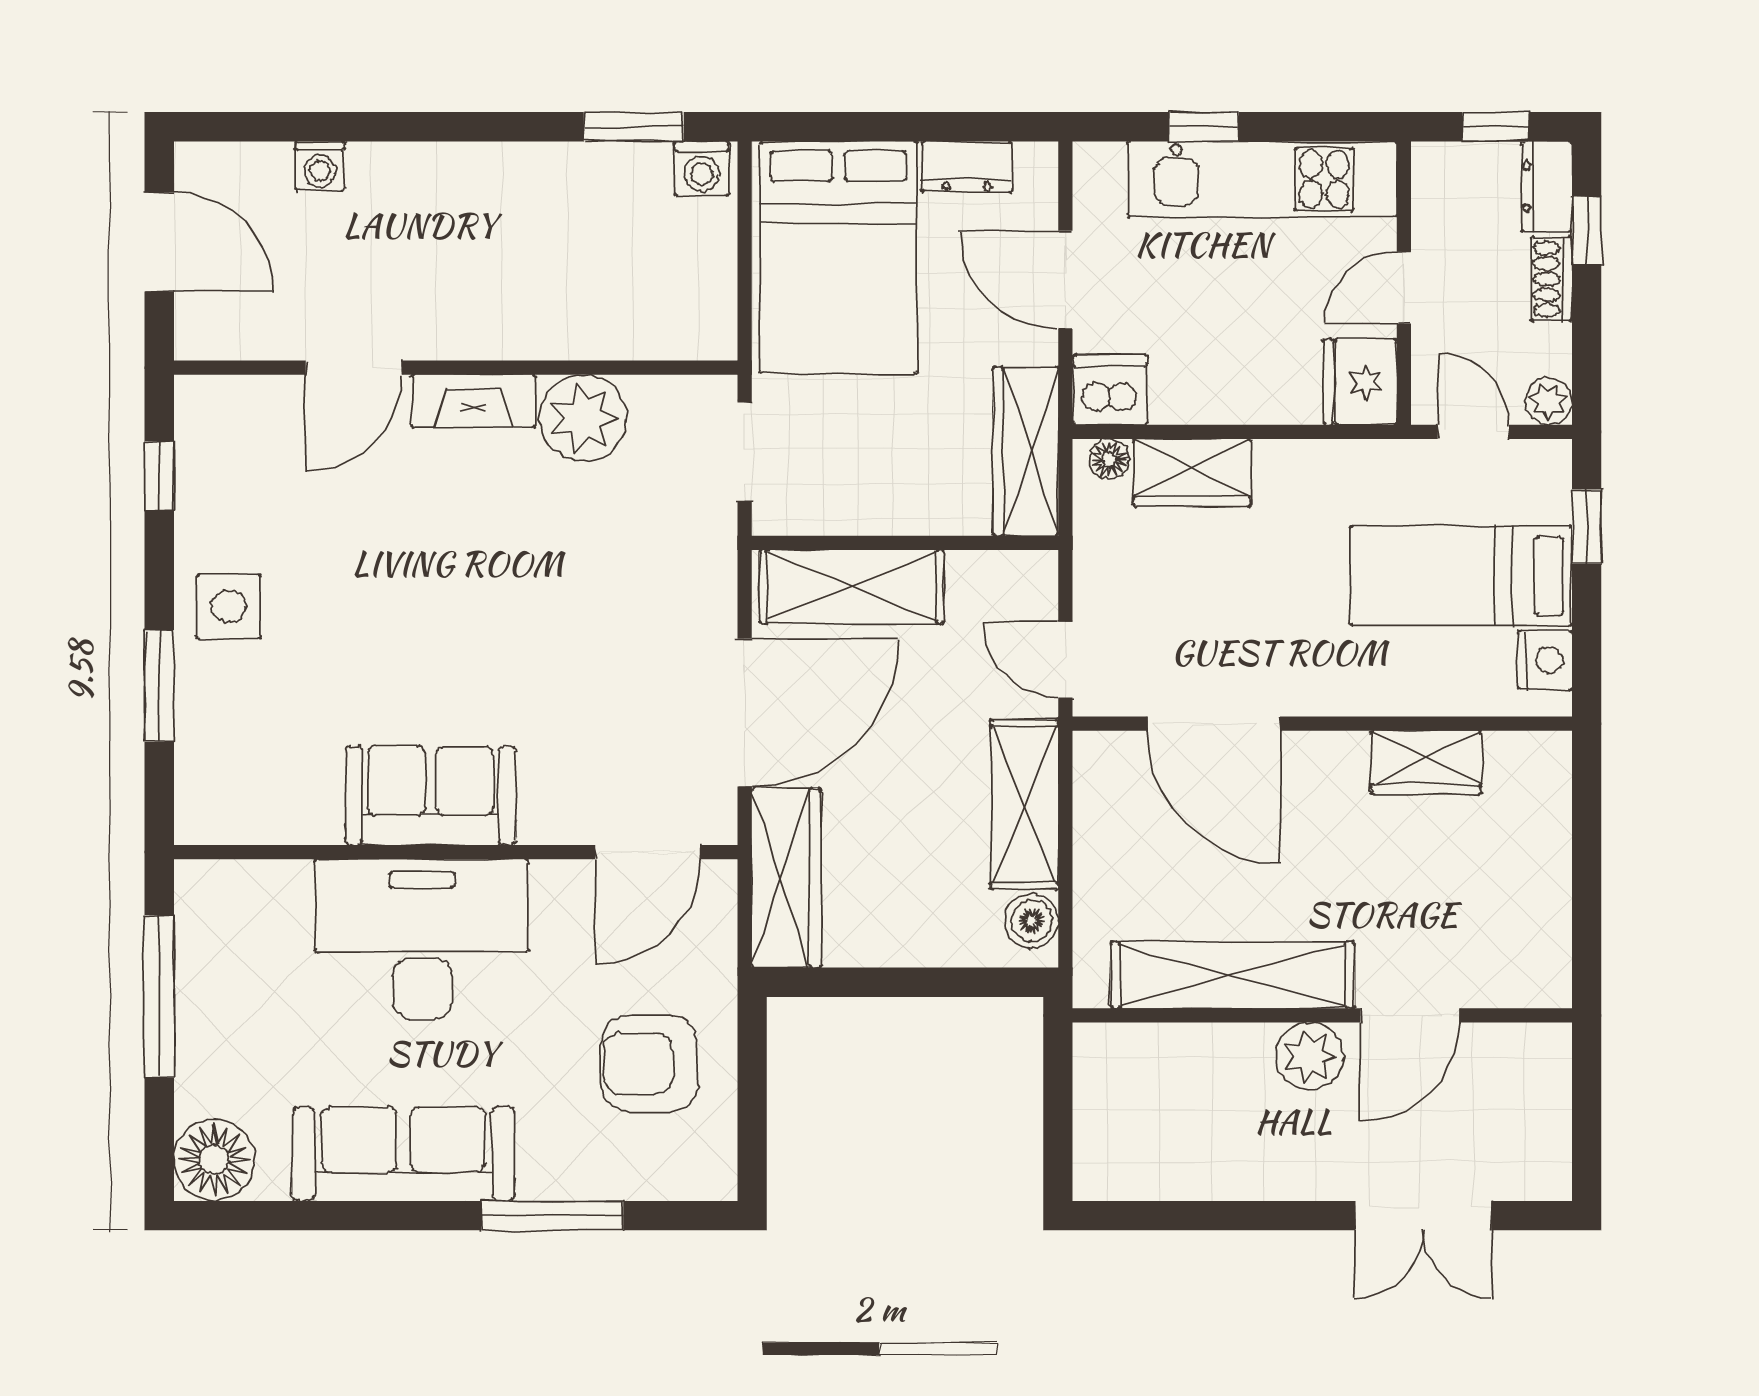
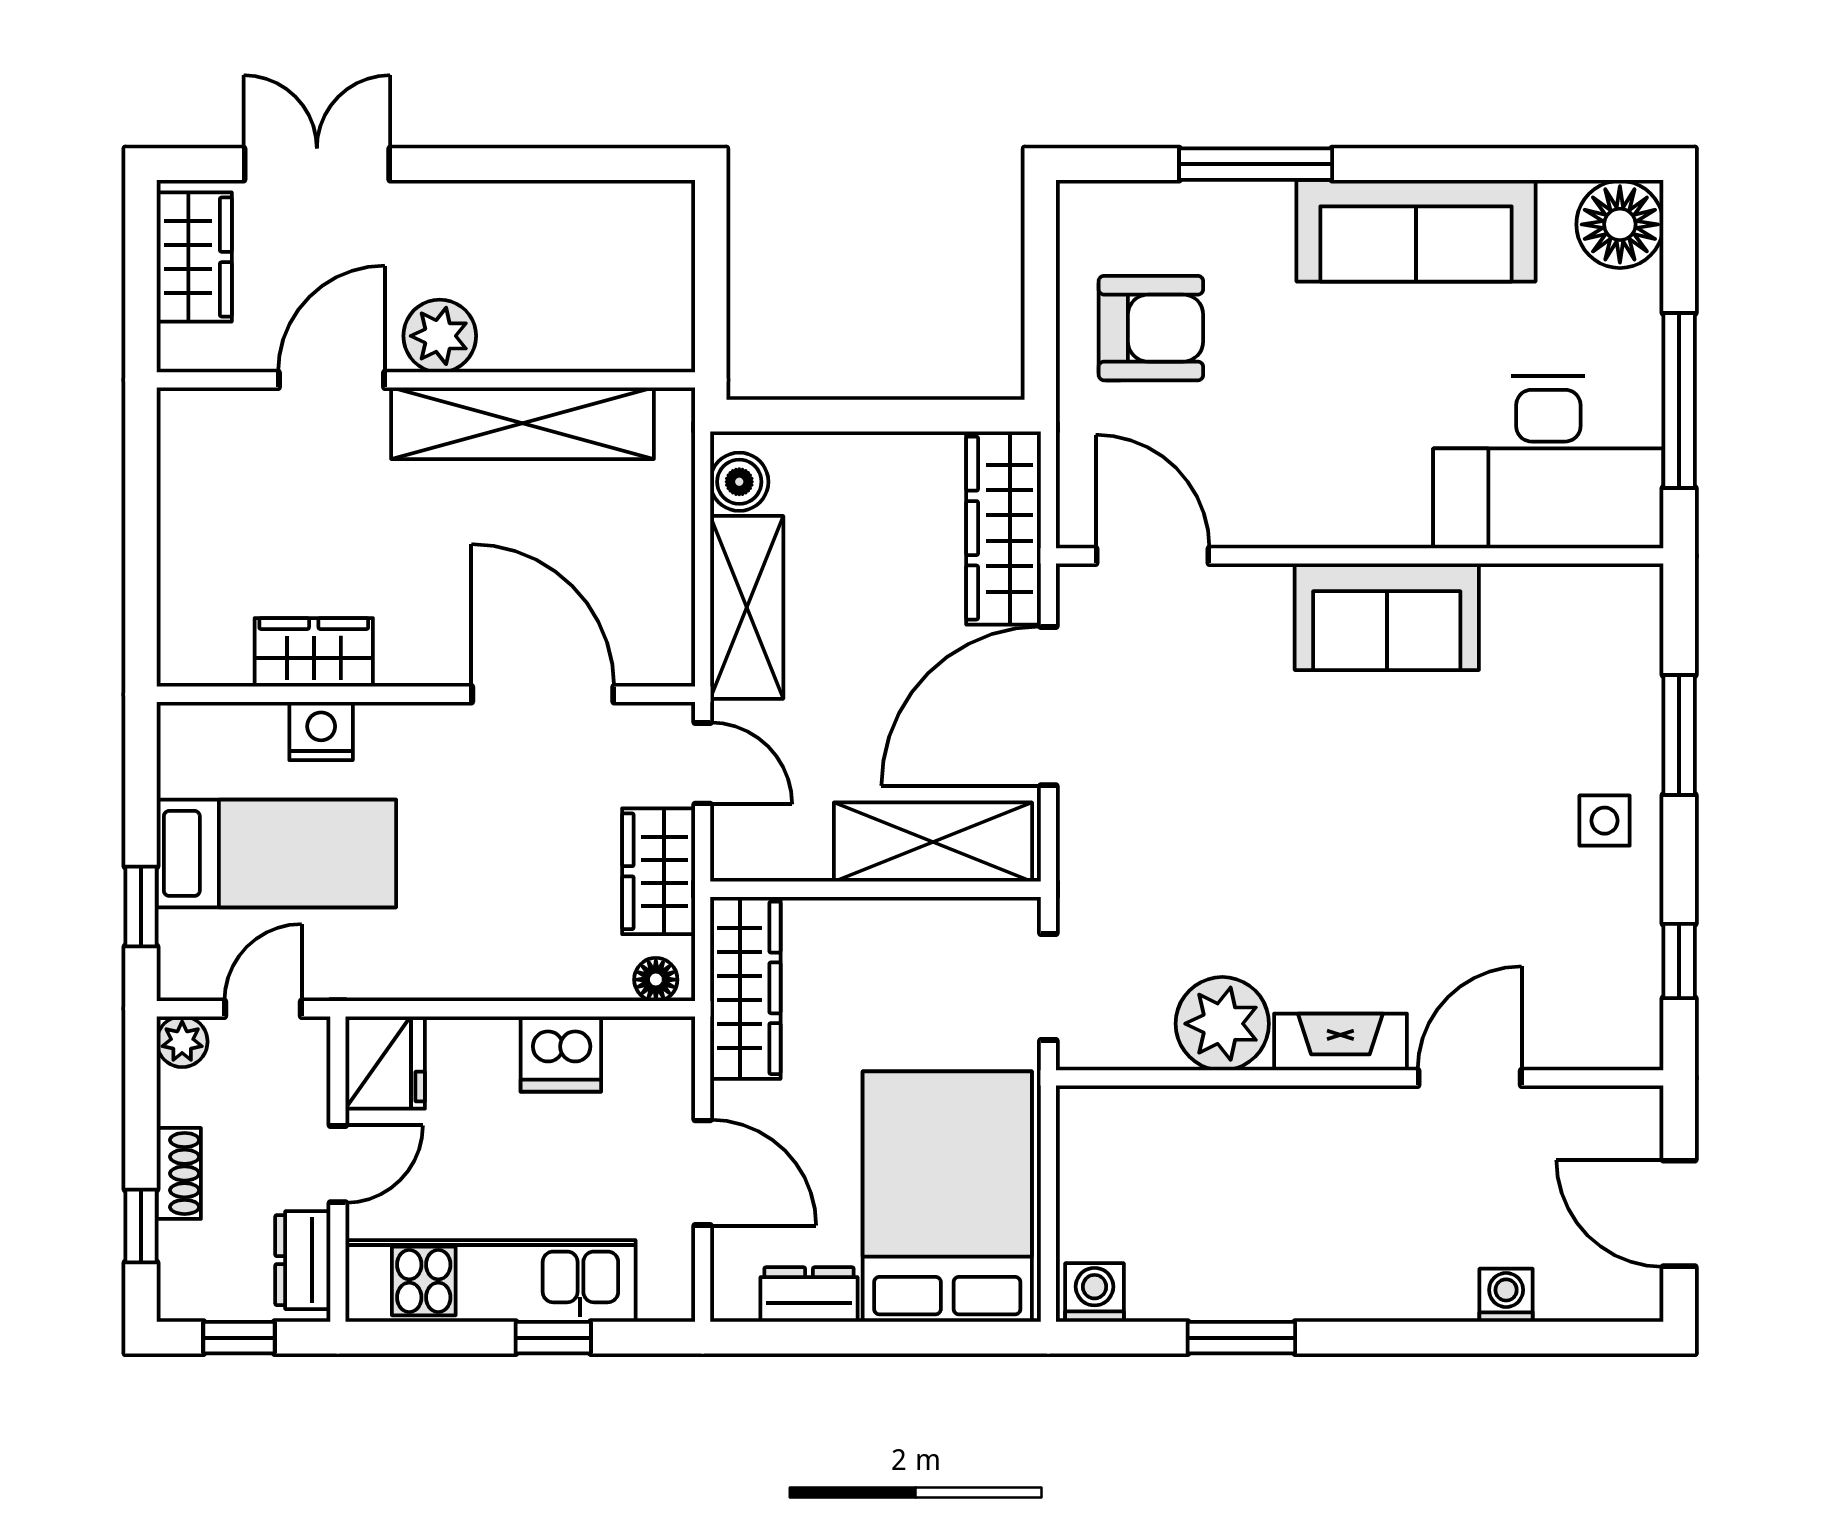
window: (634, 127) -> (1241, 1338), moved
dresser: (1546, 187) -> (303, 1260), moved, turned 180
dishwasher: (1110, 390) -> (561, 1054), moved
door: (1473, 432) -> (263, 1009), swing flipped
wardrobe: (1192, 473) -> (659, 871), moved, turned -90
side table: (229, 606) -> (1605, 821), width x0.73, depth x0.73
nightstand: (1545, 660) -> (321, 731), moved, turned 90
door: (648, 852) -> (1153, 556), hinge flipped
desk: (422, 939) -> (1548, 462), moved
wardrobe: (1537, 1129) -> (194, 257), added

